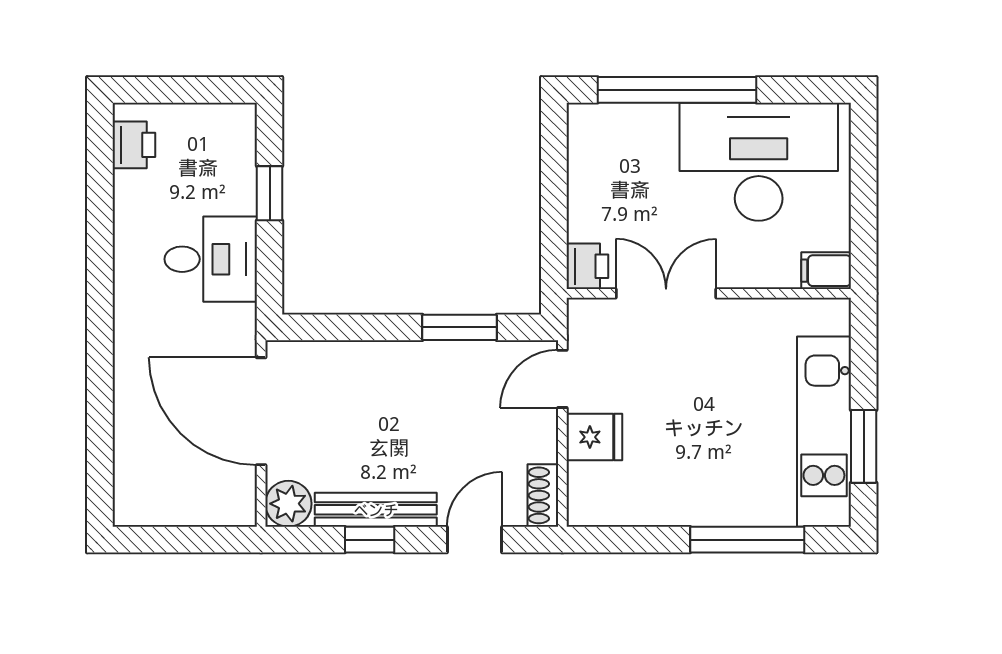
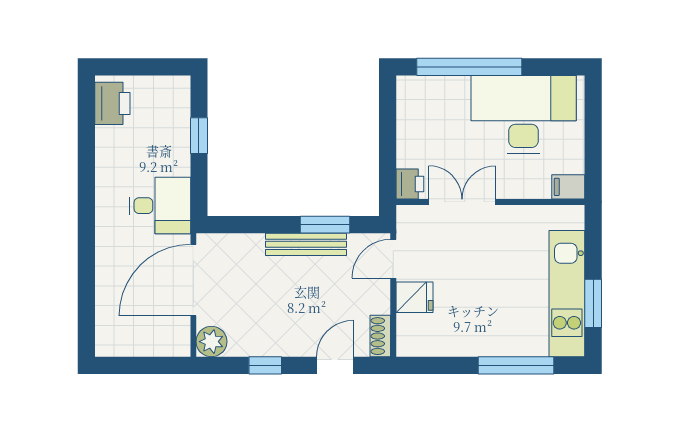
printer: (134, 145) -> (112, 103), width x1.36, depth x1.24
desk: (211, 259) -> (160, 206), moved
door: (261, 411) -> (193, 280), hinge flipped
bench: (376, 510) -> (306, 244), moved

